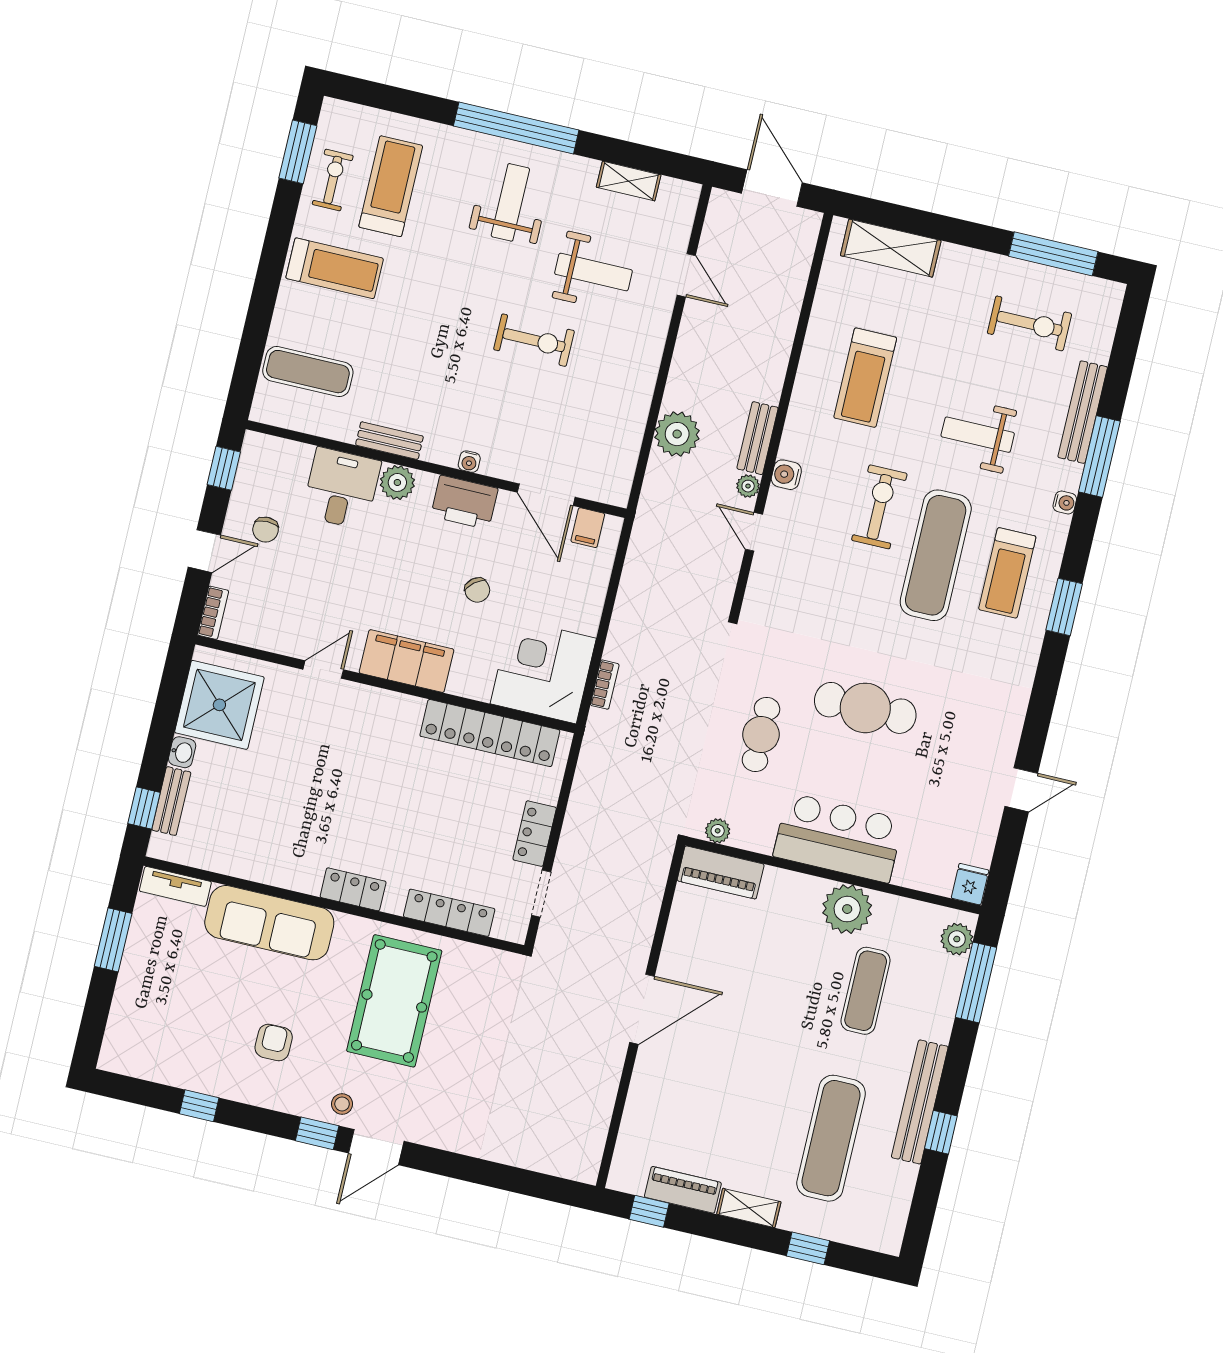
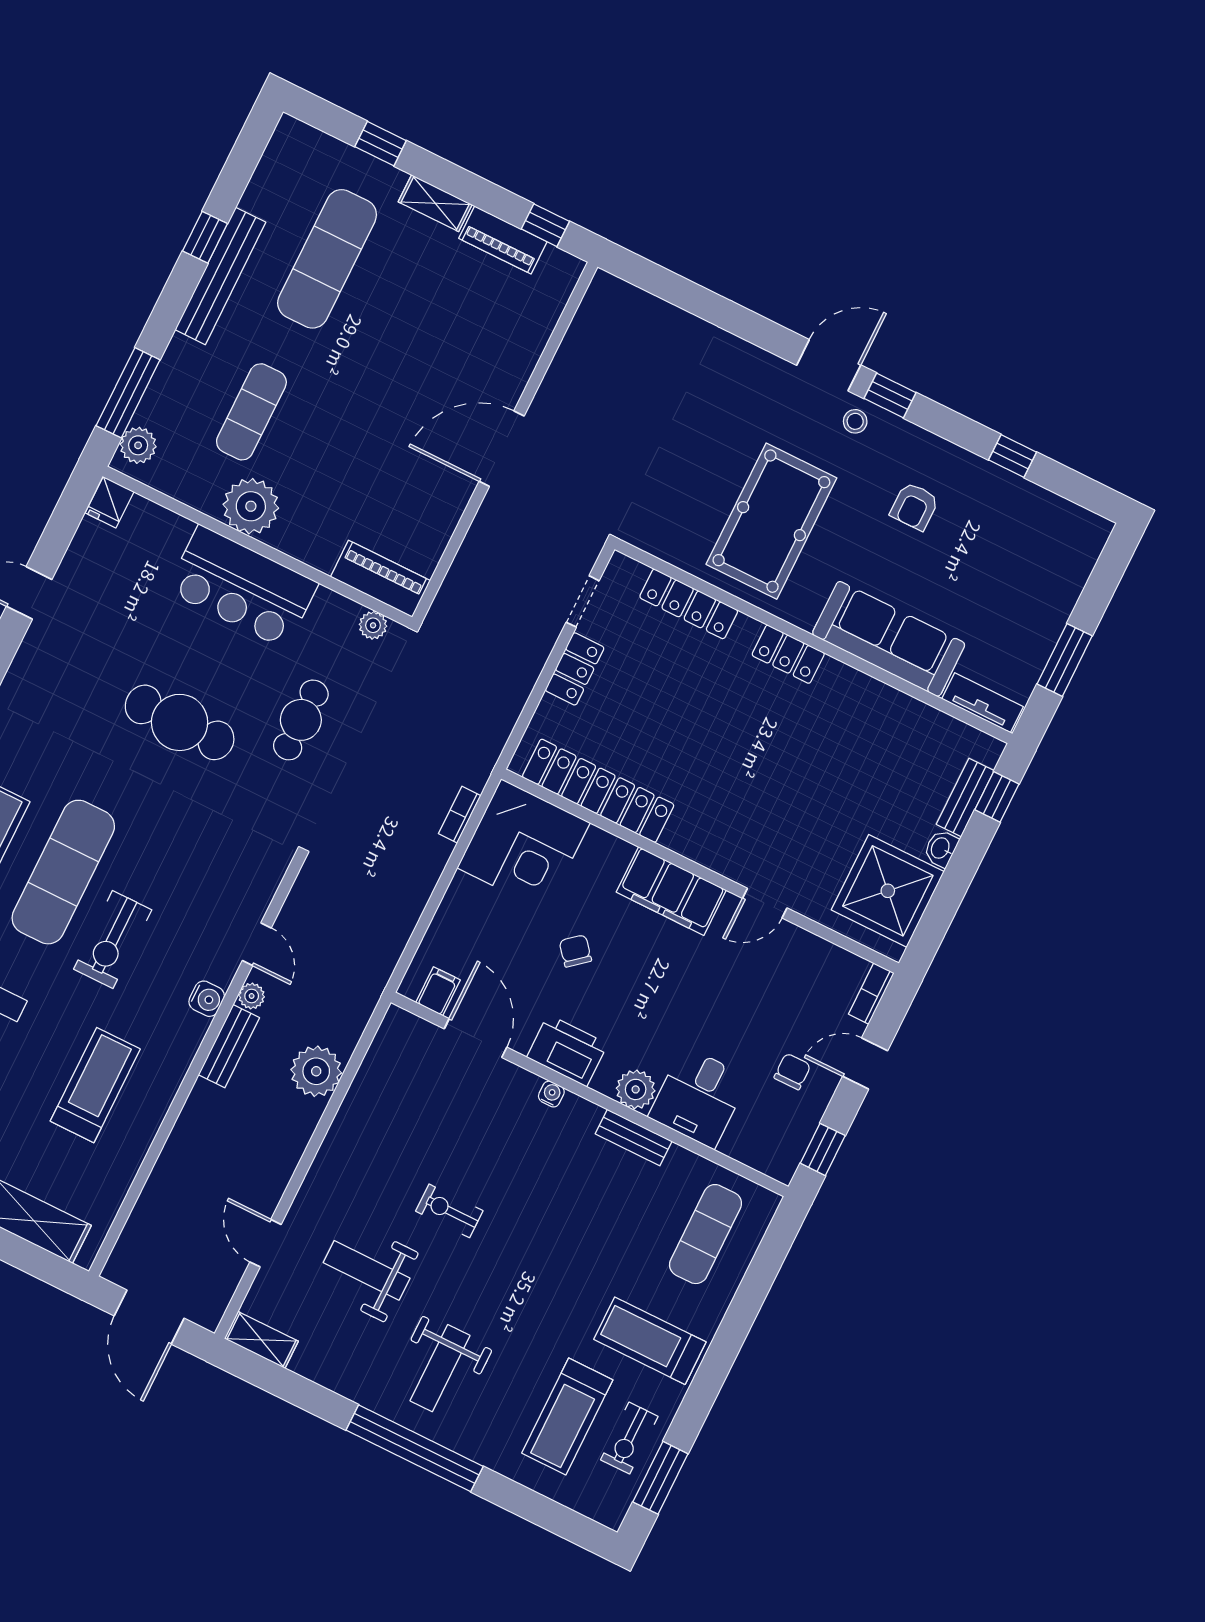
shelving: (629, 181) -> (261, 1340), moved
exercise bike: (534, 340) -> (449, 1211), width x0.73, depth x0.72
exercise mat: (308, 372) -> (706, 1234), turned 90

